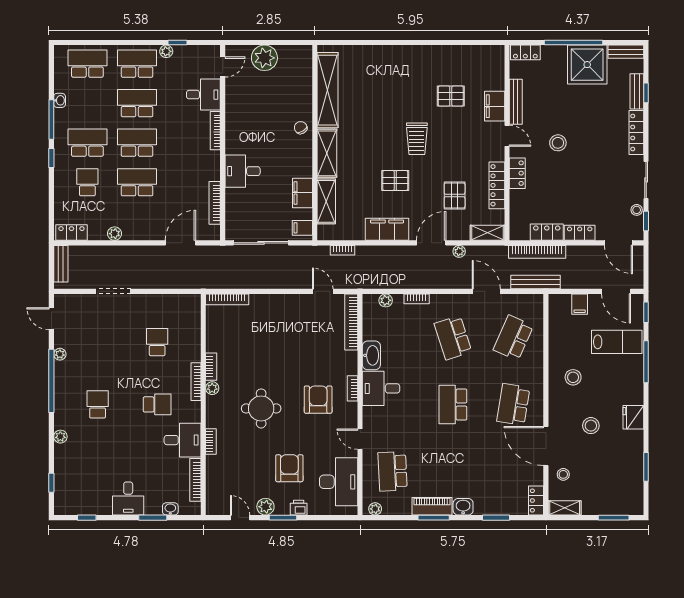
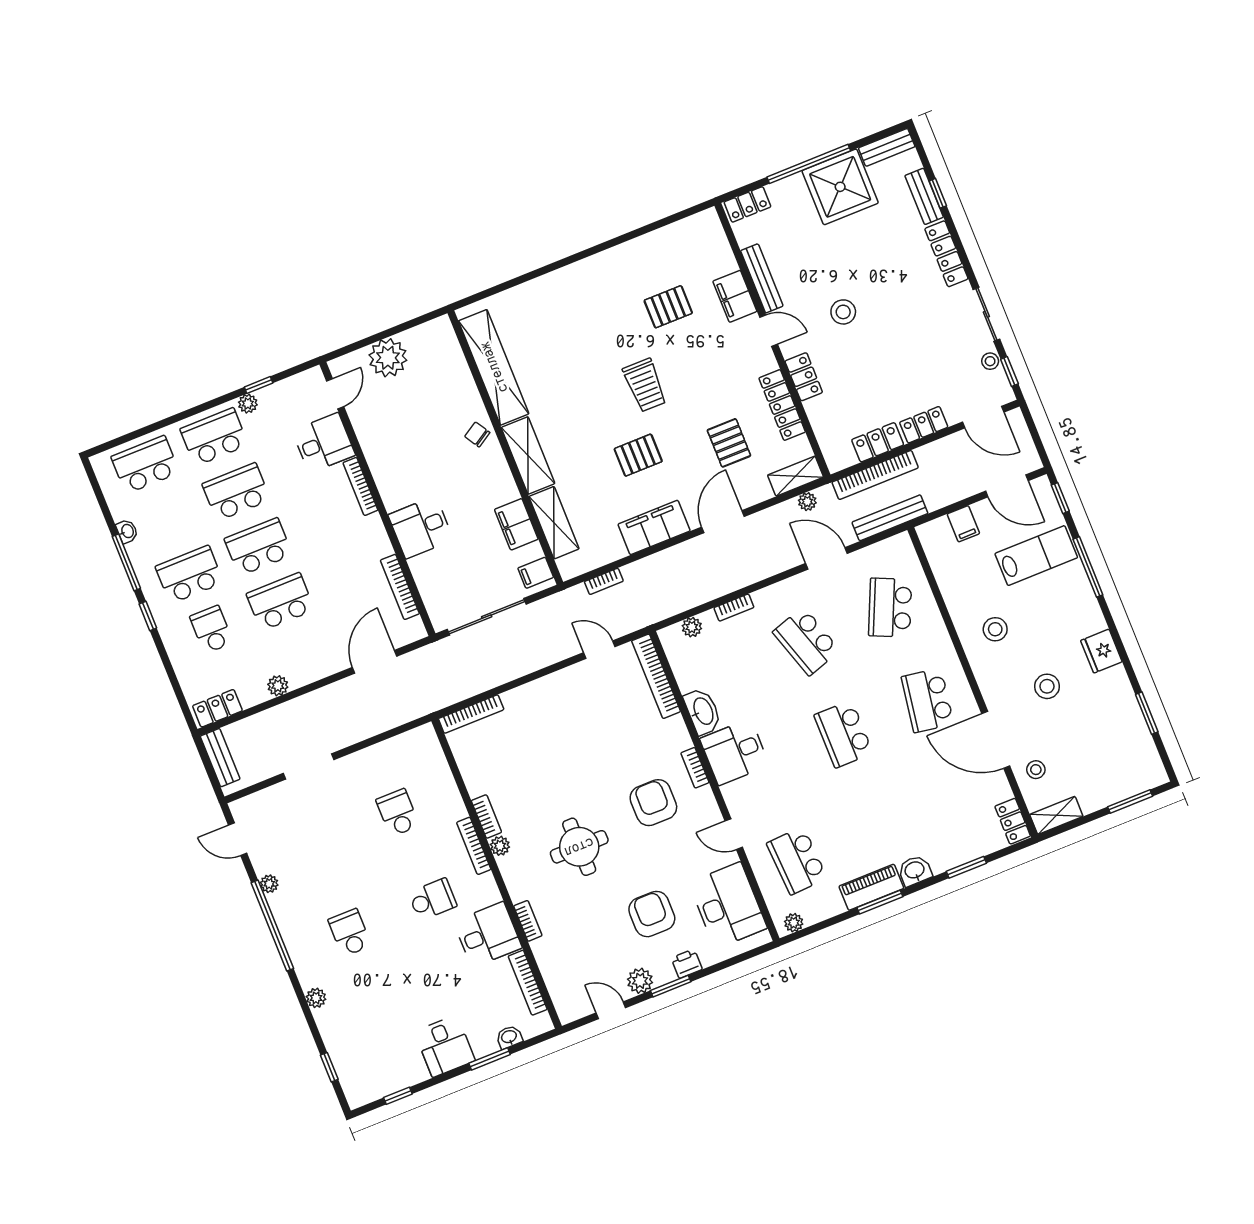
plant: (459, 251) -> (807, 502), moved

